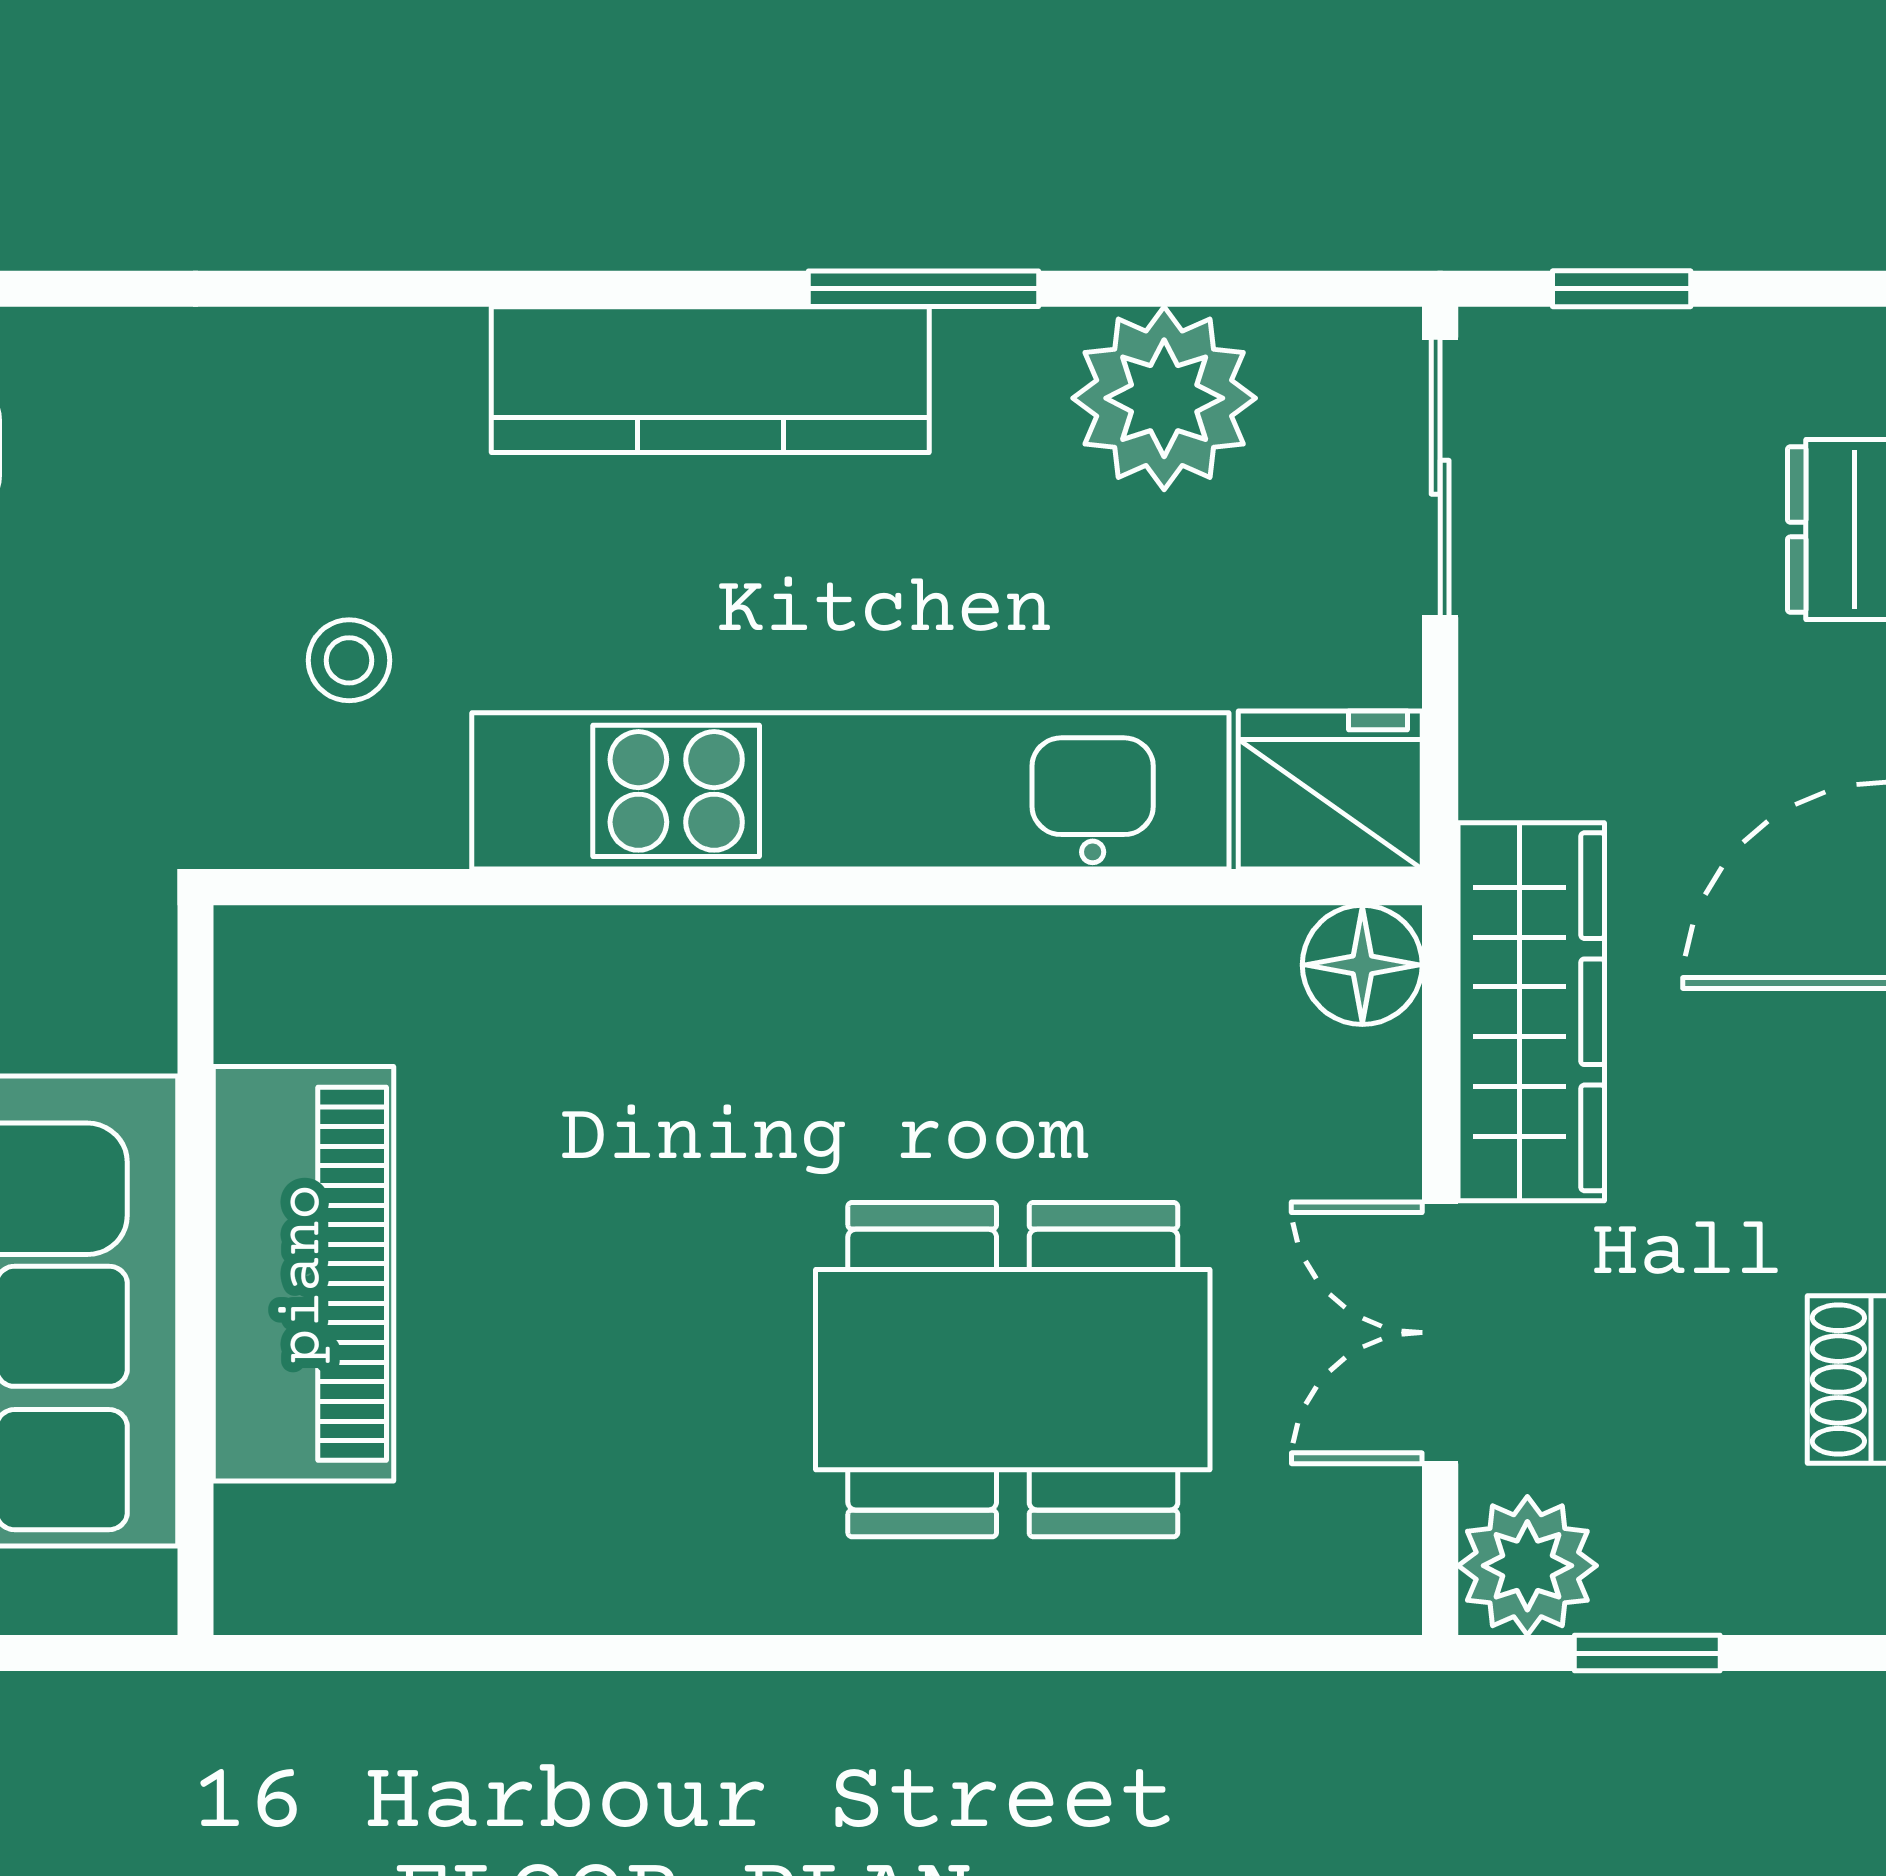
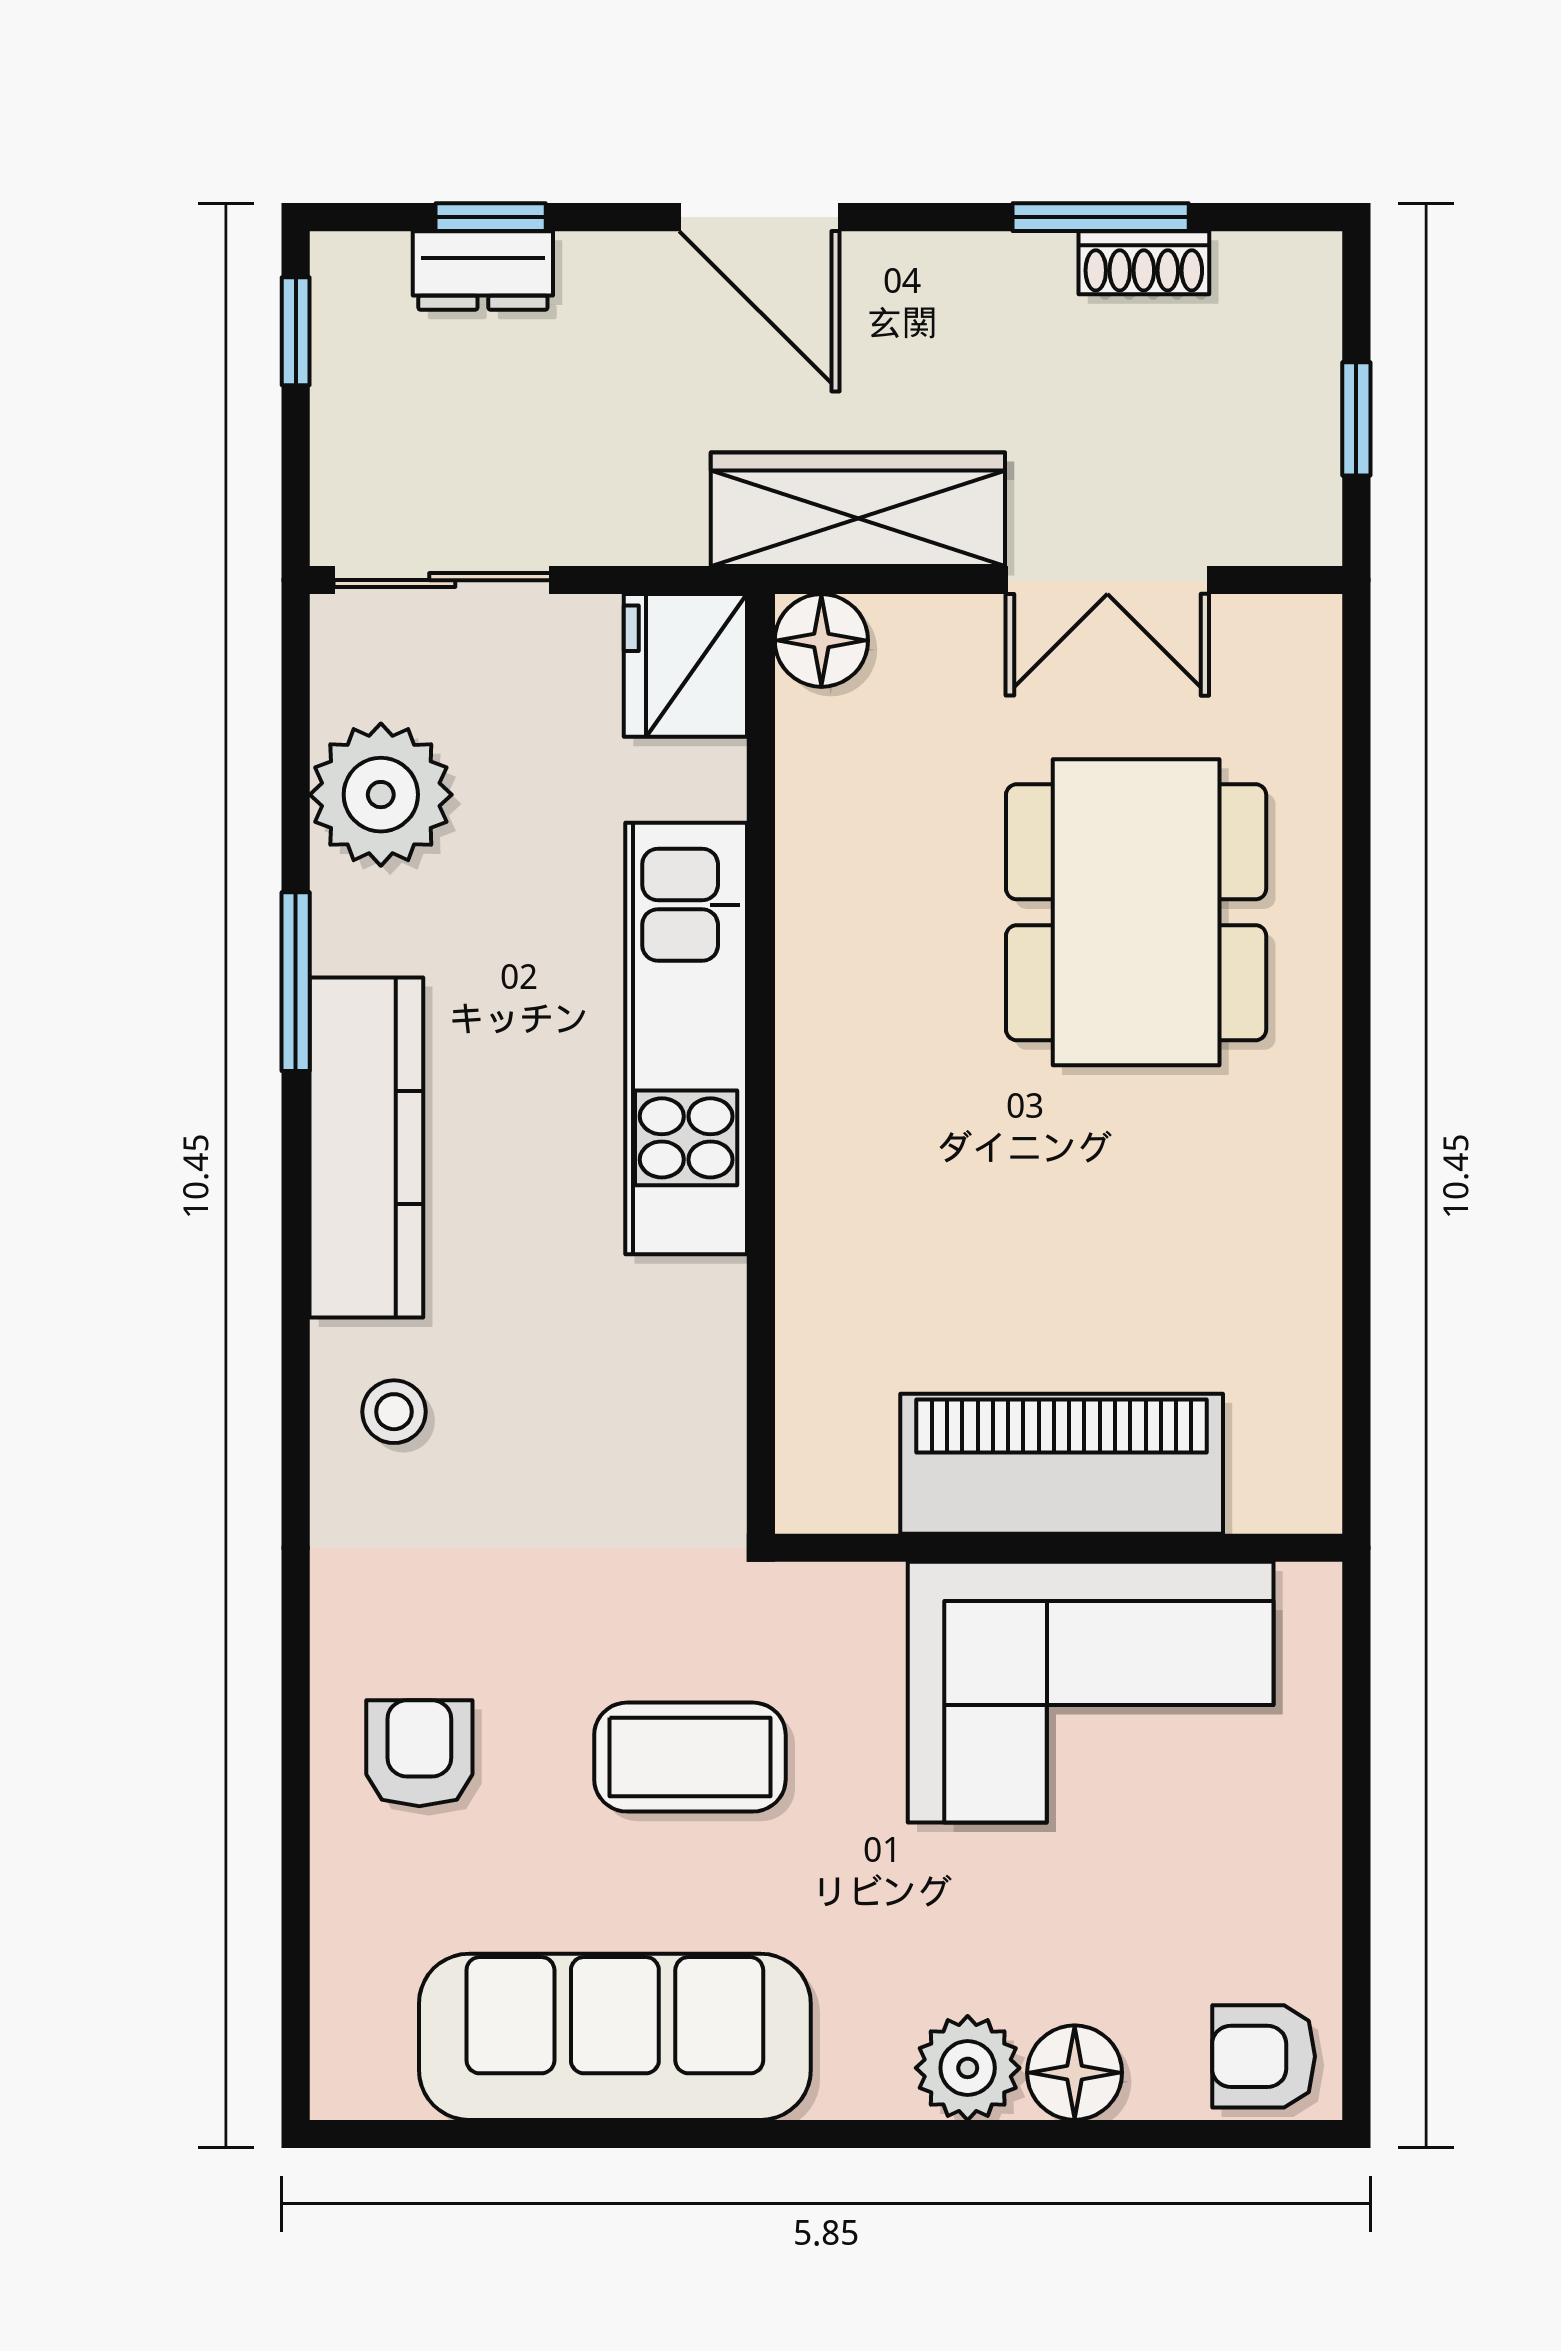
window: (1622, 289) -> (296, 331), moved
stool: (349, 660) -> (394, 1412), moved
kitchen unit: (850, 791) -> (686, 1039), width x0.73
plant: (1527, 1566) -> (1289, 512), removed

